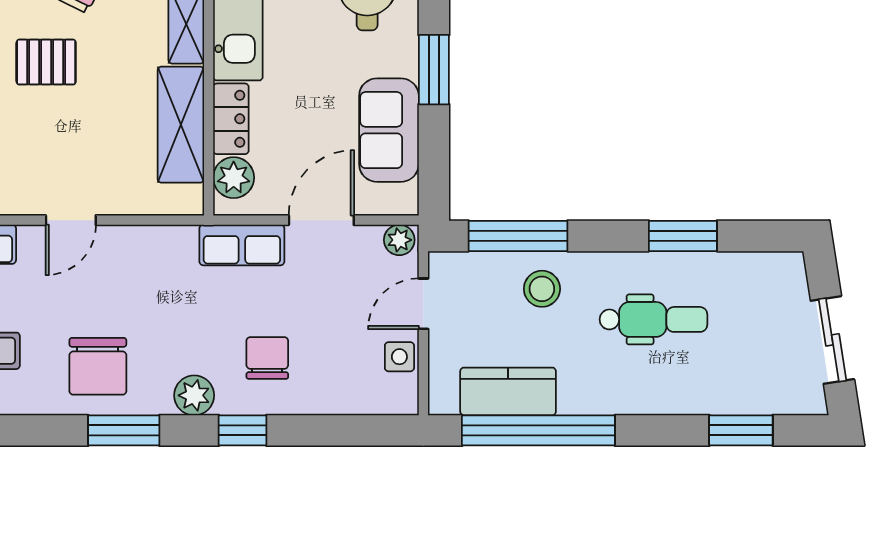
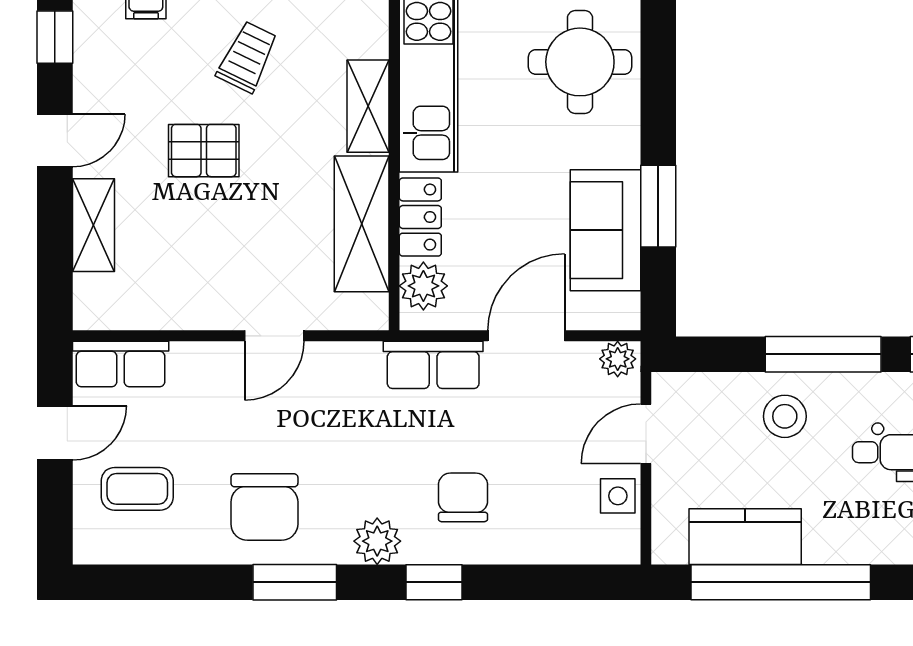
window: (434, 70) -> (658, 206), moved
door: (71, 220) -> (274, 336), moved
window: (518, 236) -> (823, 354), moved

